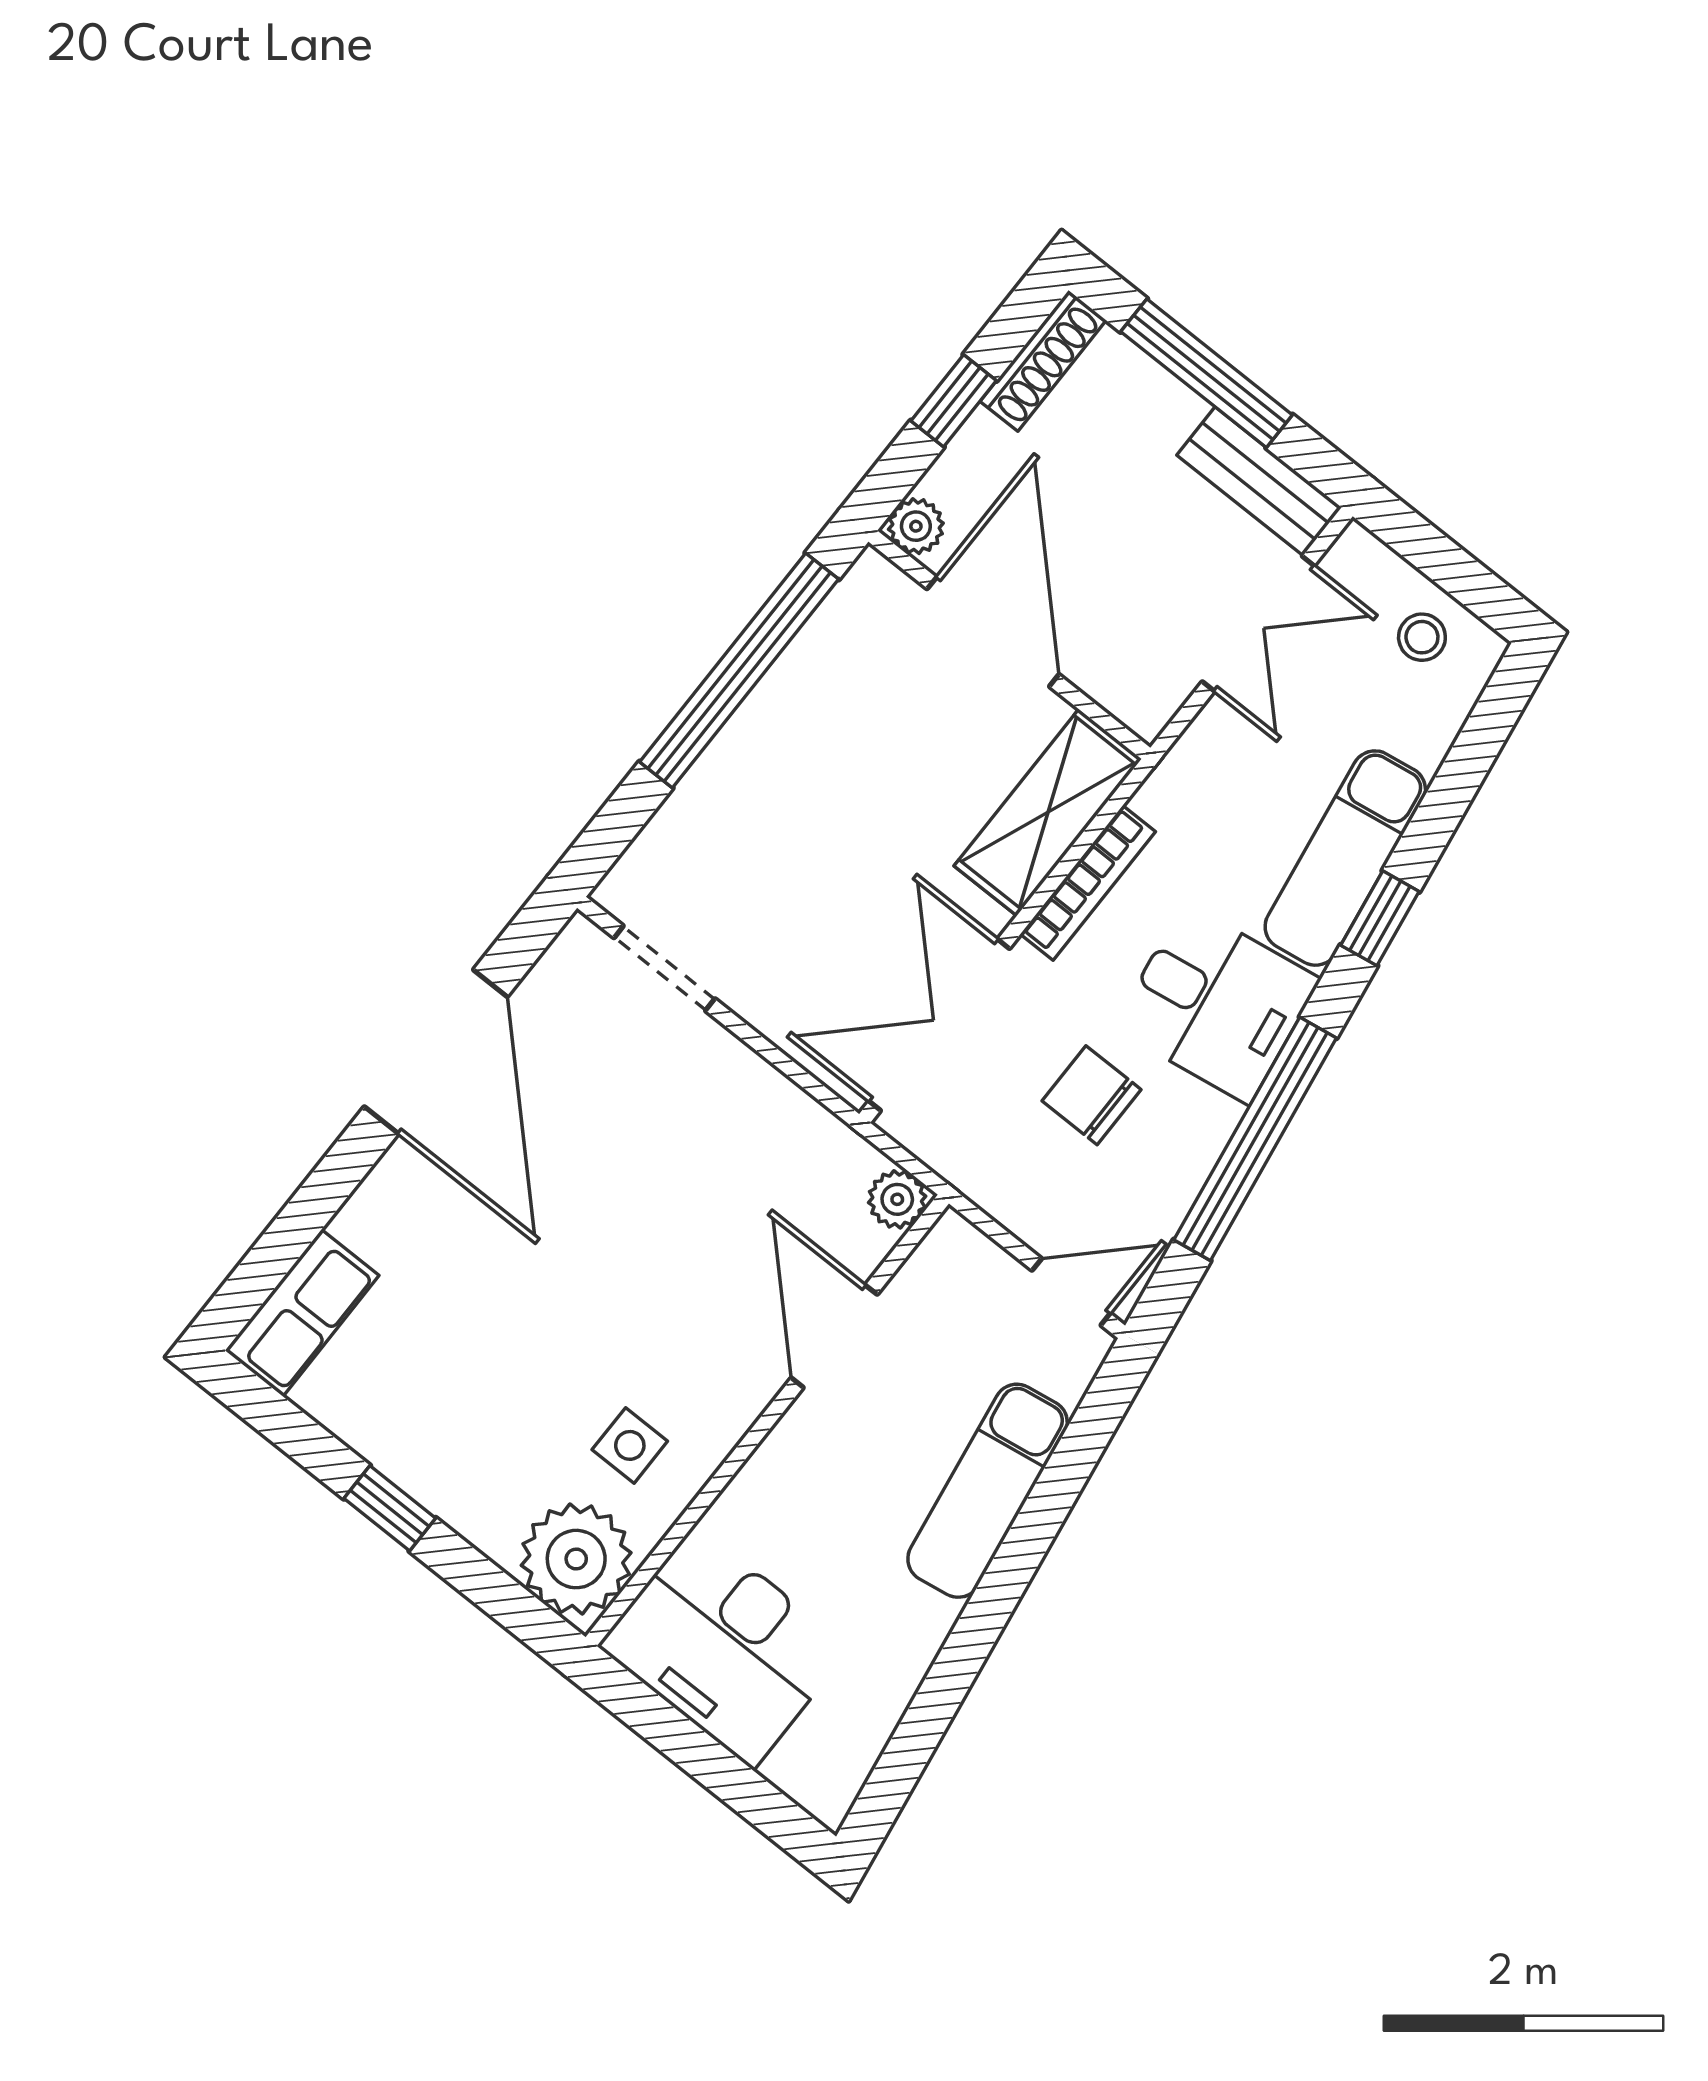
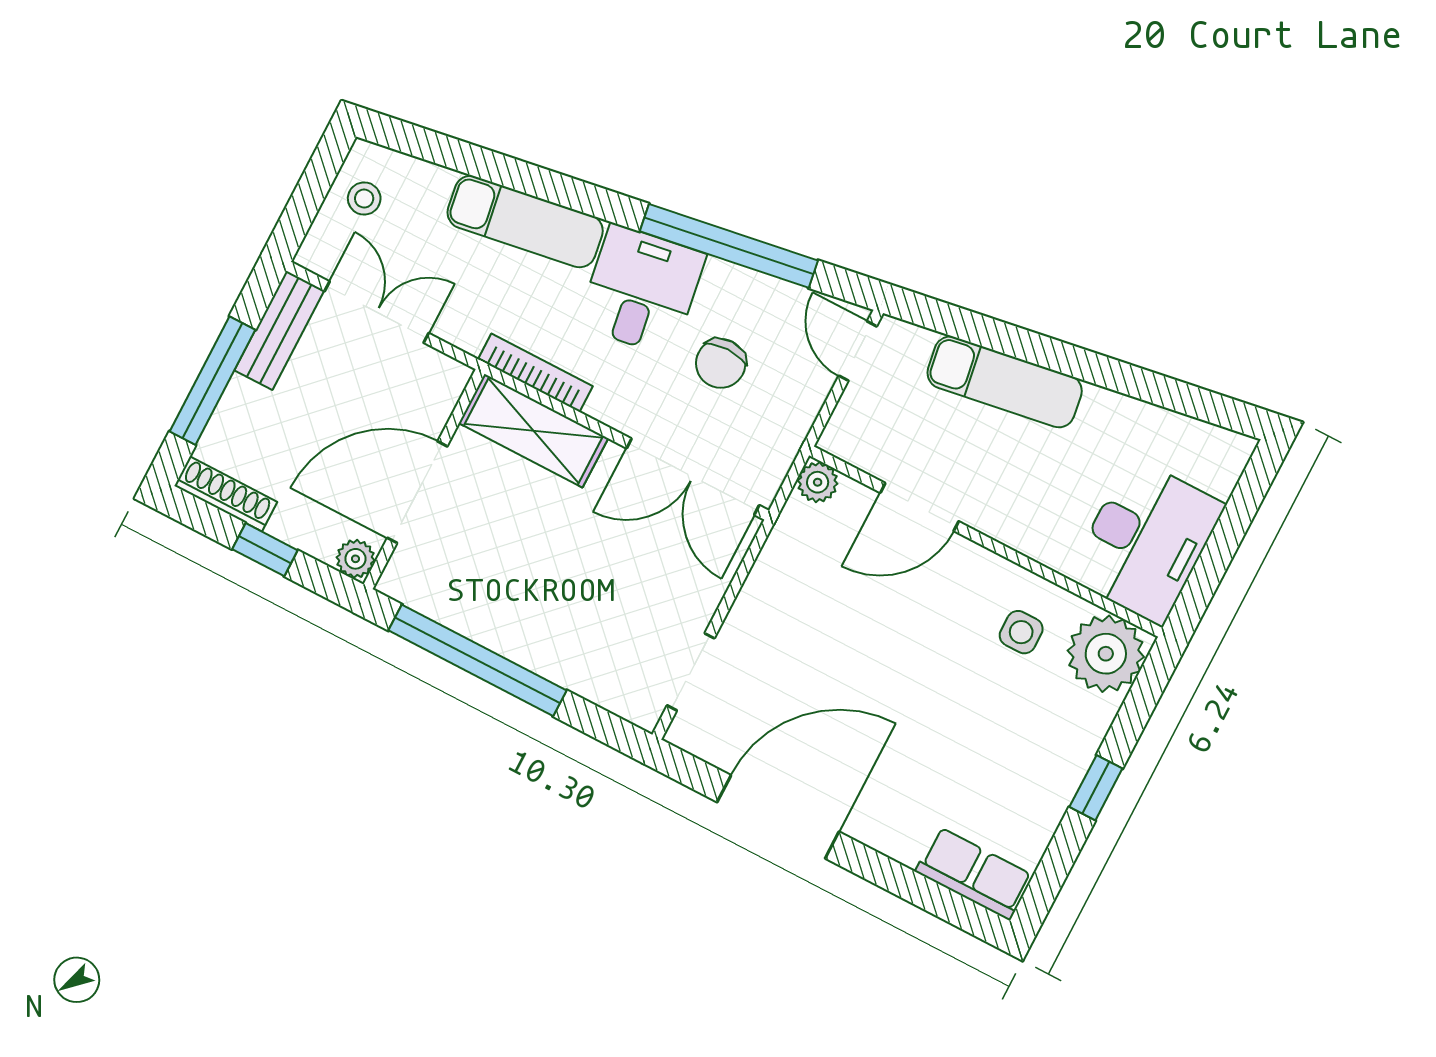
bookcase: (1088, 883) -> (535, 373), moved
window: (1380, 918) -> (562, 190), removed

